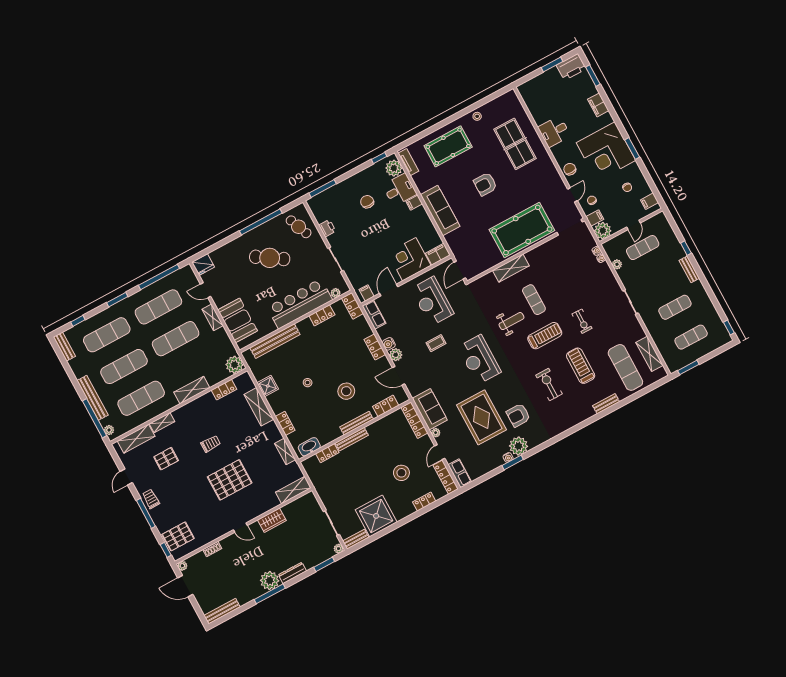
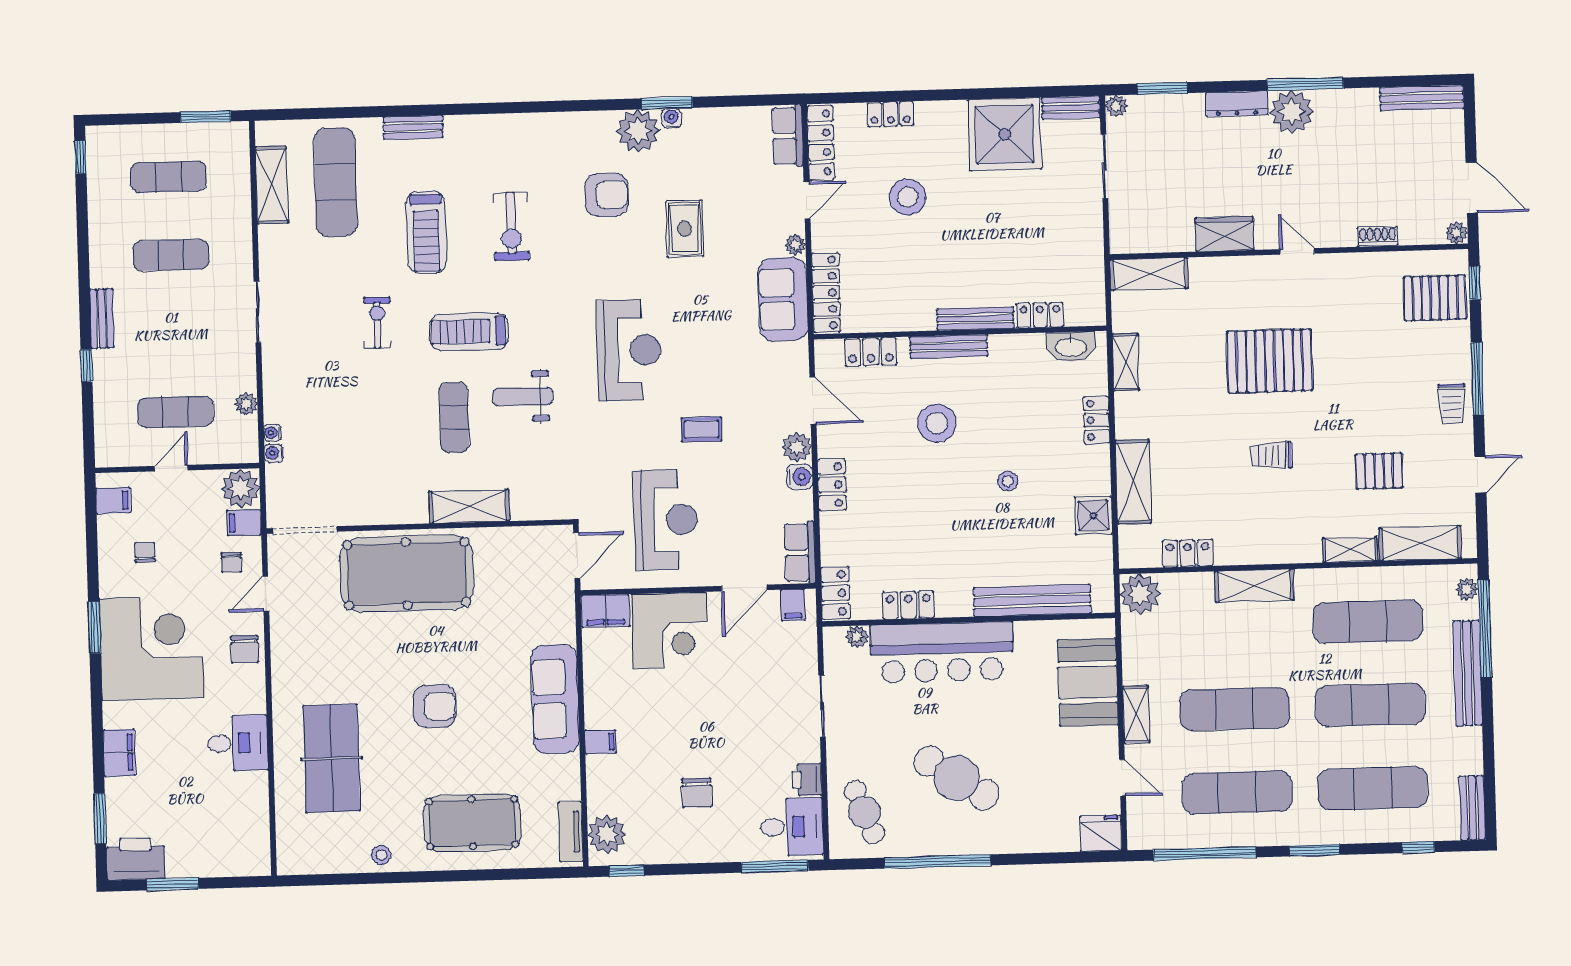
desk: (400, 190) -> (792, 827), moved, turned 180
rug: (481, 417) -> (685, 229), width x0.54, depth x0.49

